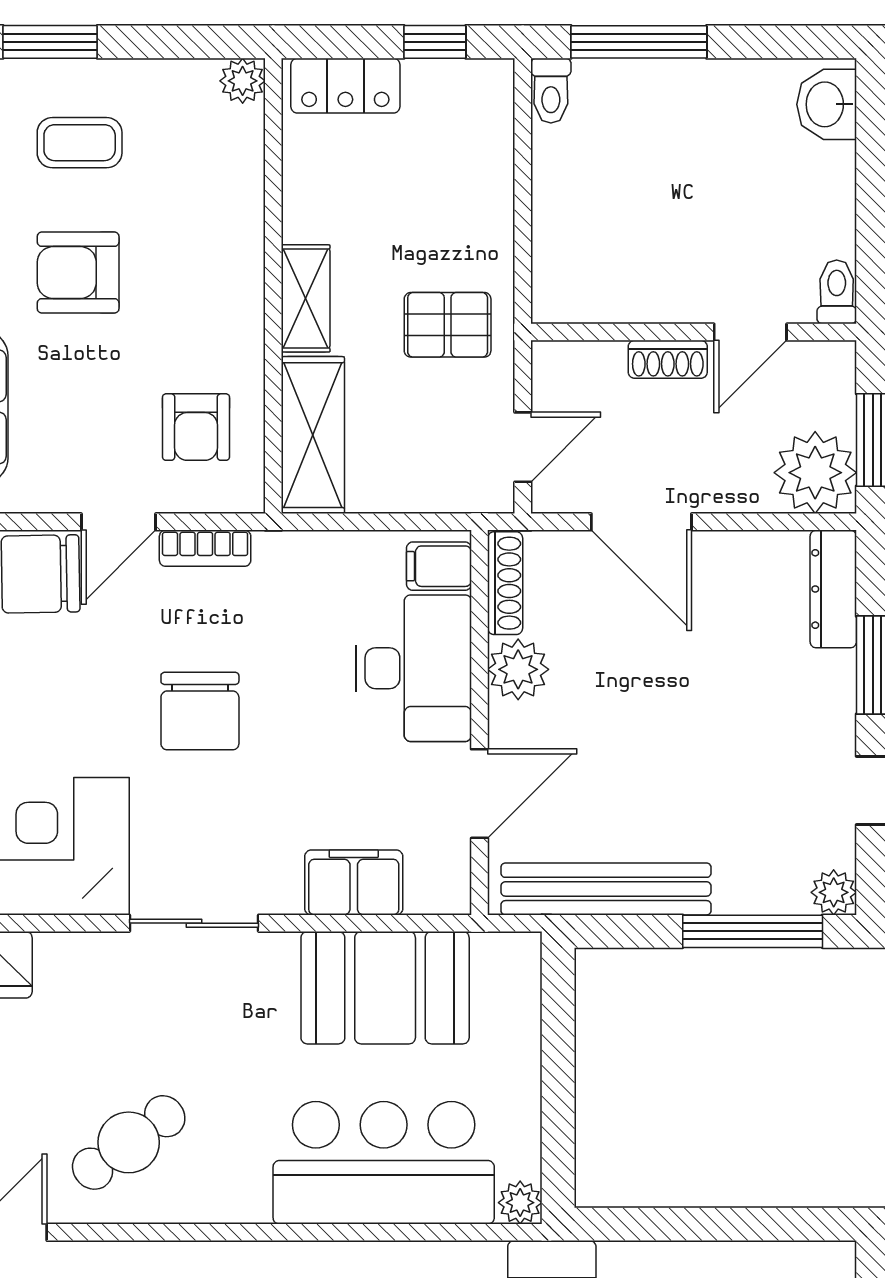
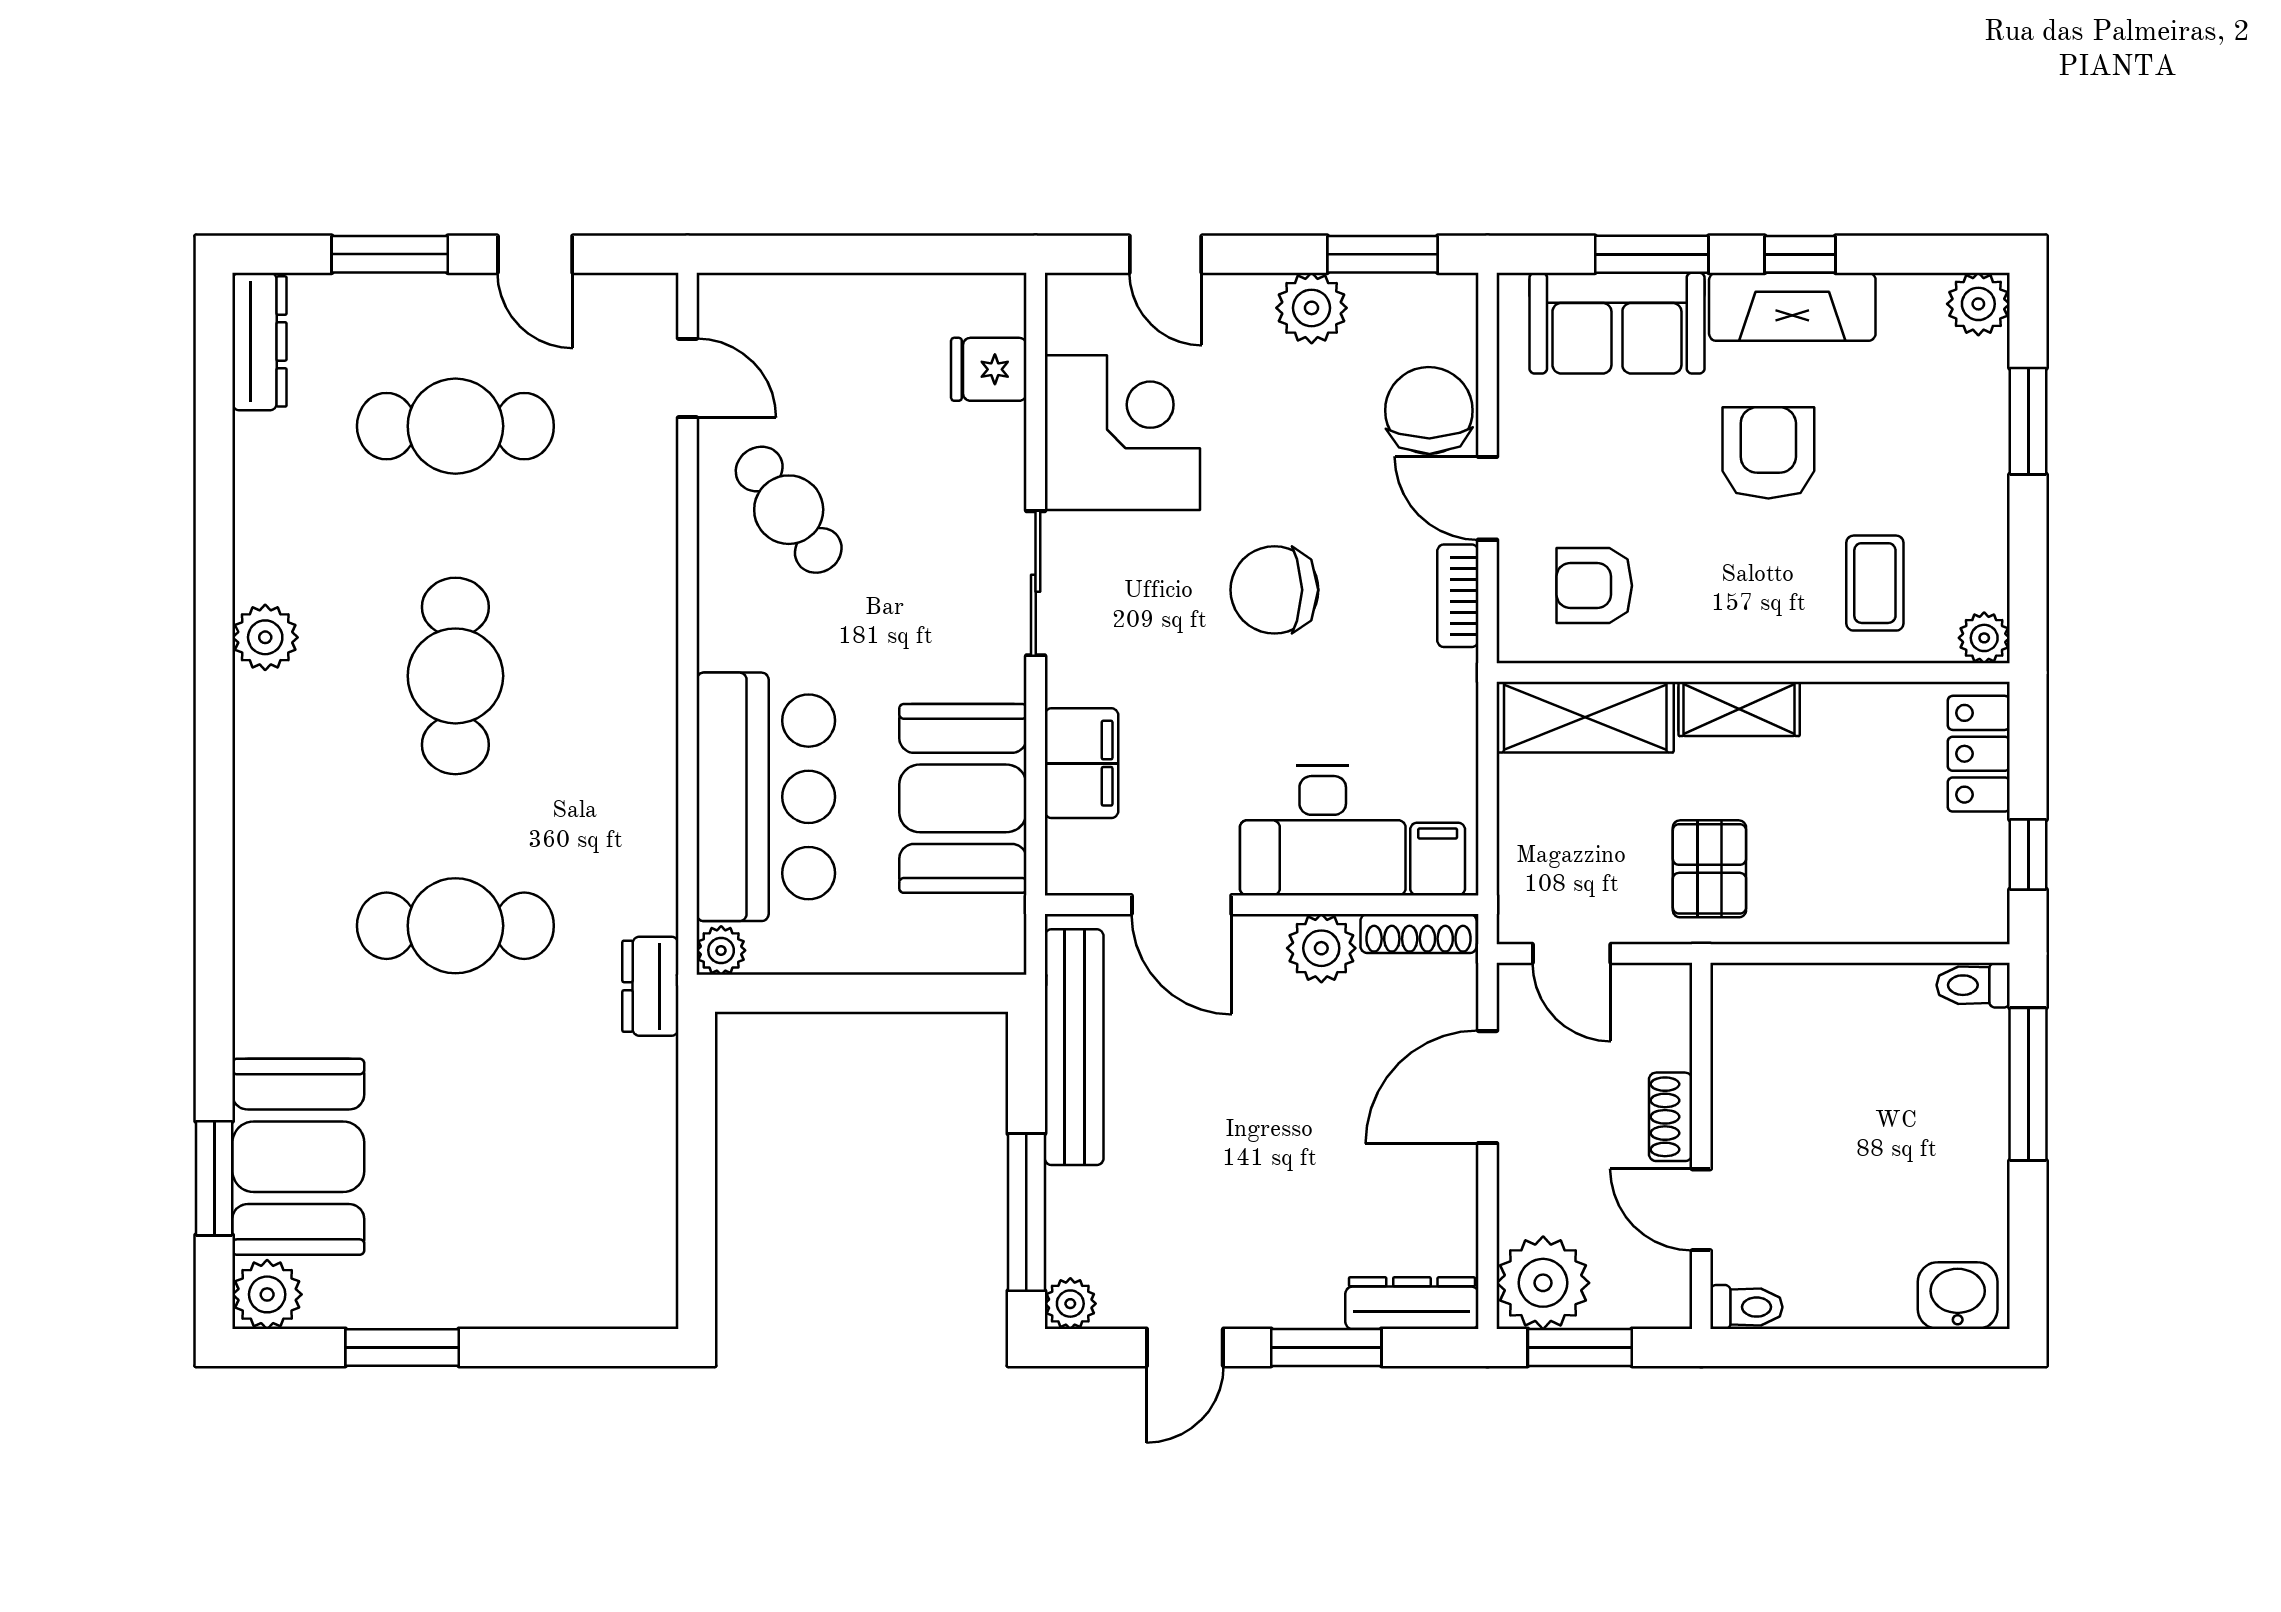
coffee table: (80, 143) -> (1875, 583), moved

